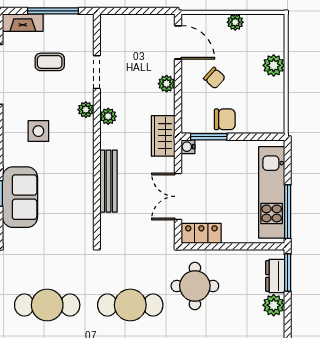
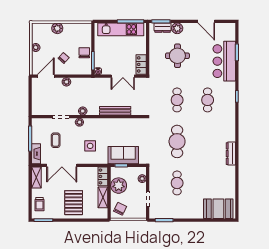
wardrobe: (163, 136) -> (93, 84), removed
round table: (195, 286) -> (177, 56), moved
cafe table: (130, 305) -> (177, 100), width x0.73, depth x0.74

